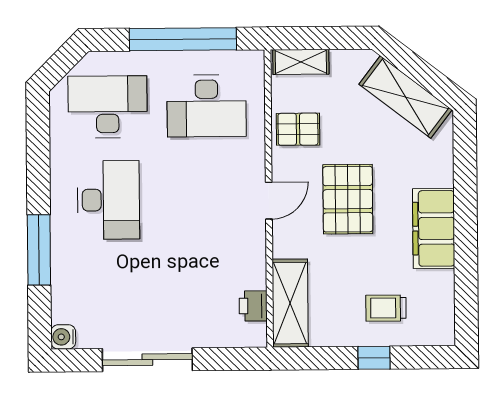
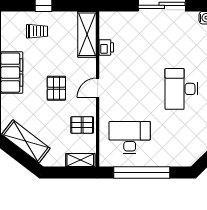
desk: (108, 107) -> (181, 138), removed
pallet: (348, 199) -> (56, 88), width x0.67, depth x0.71
printer: (253, 306) -> (106, 47), moved

